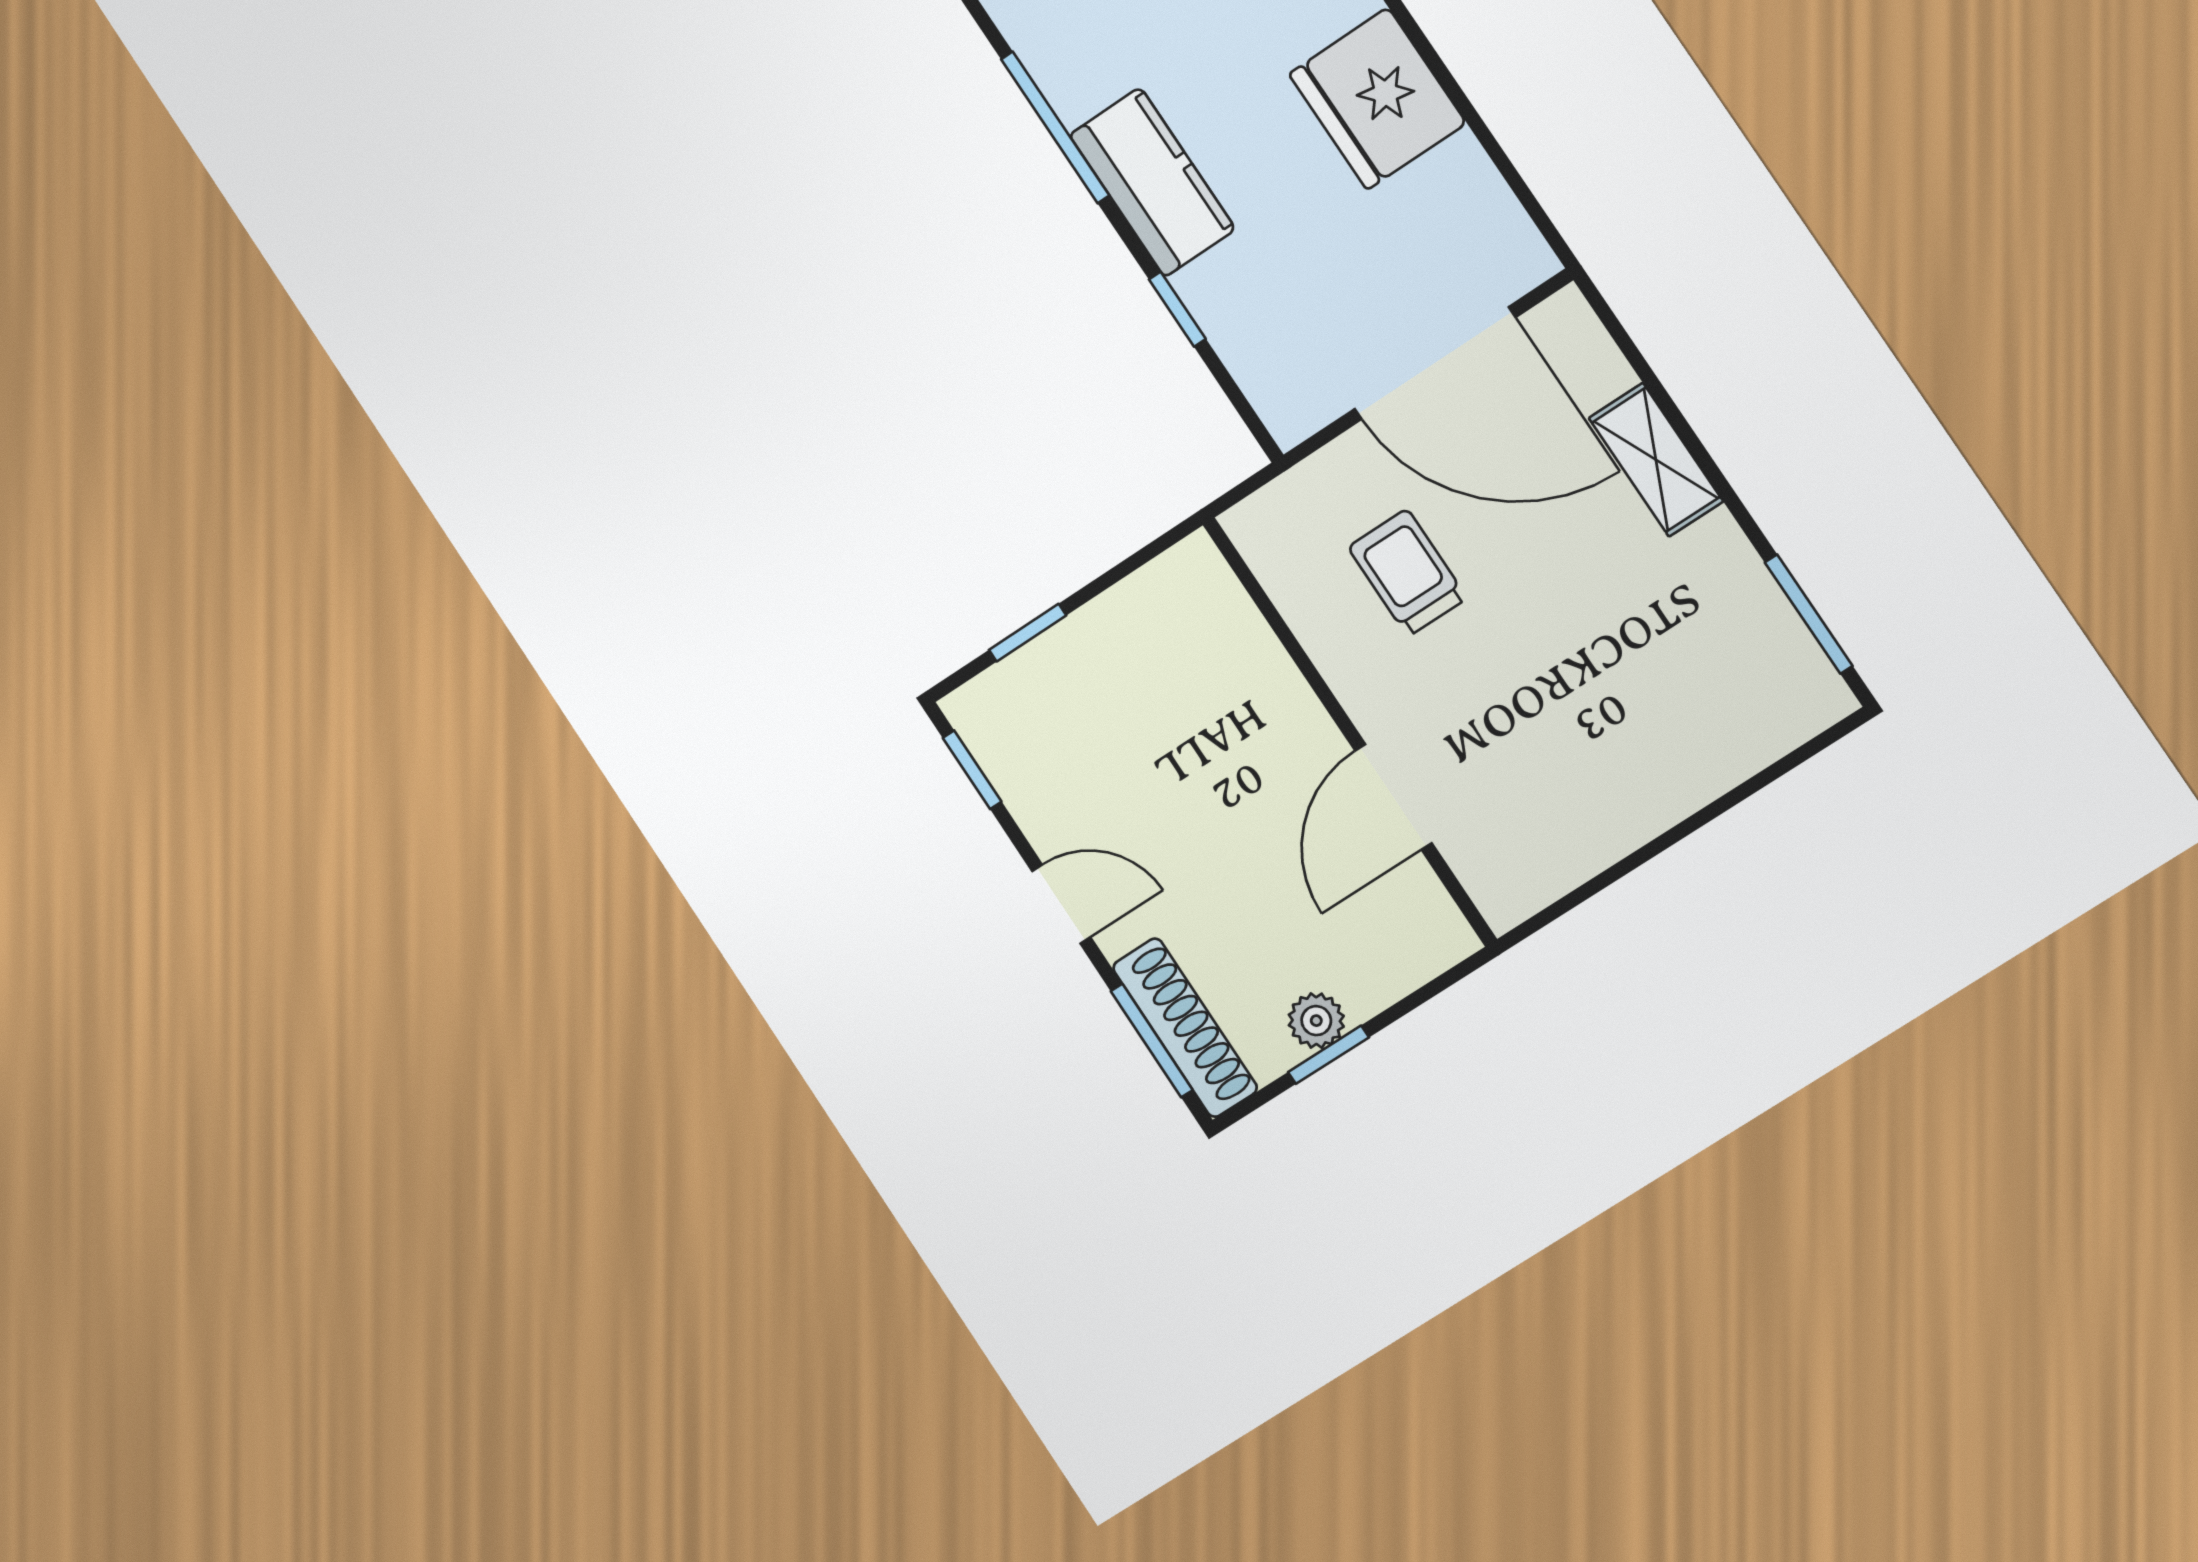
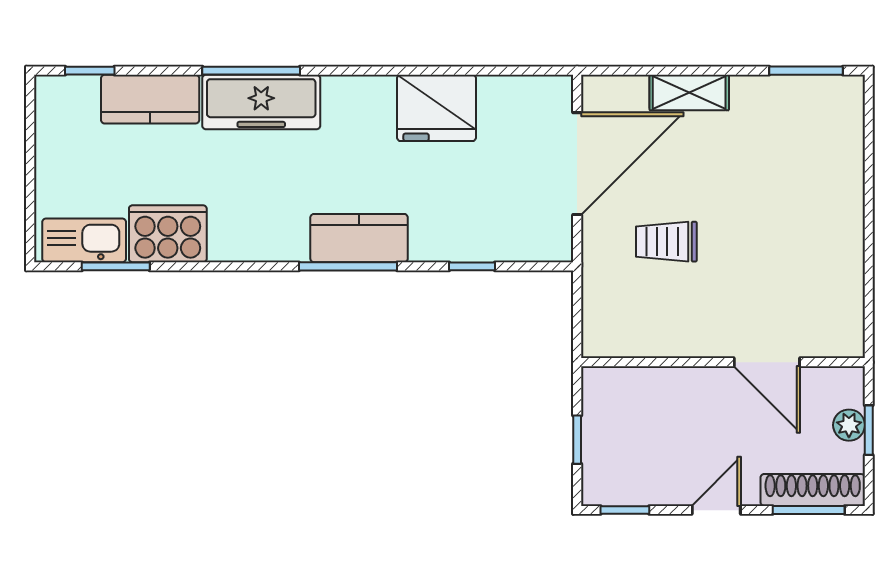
kitchen counter: (1152, 182) -> (359, 238), moved
wall: (1350, 731) -> (723, 362), moved
door: (1393, 797) -> (767, 362), moved

